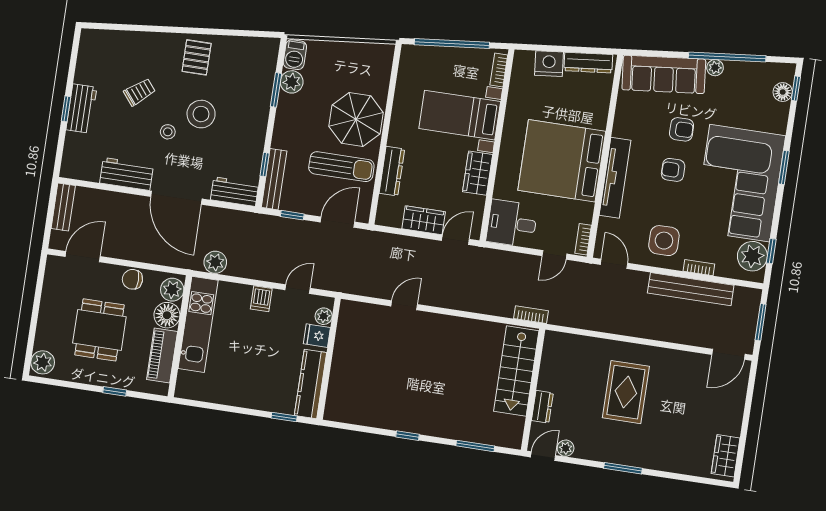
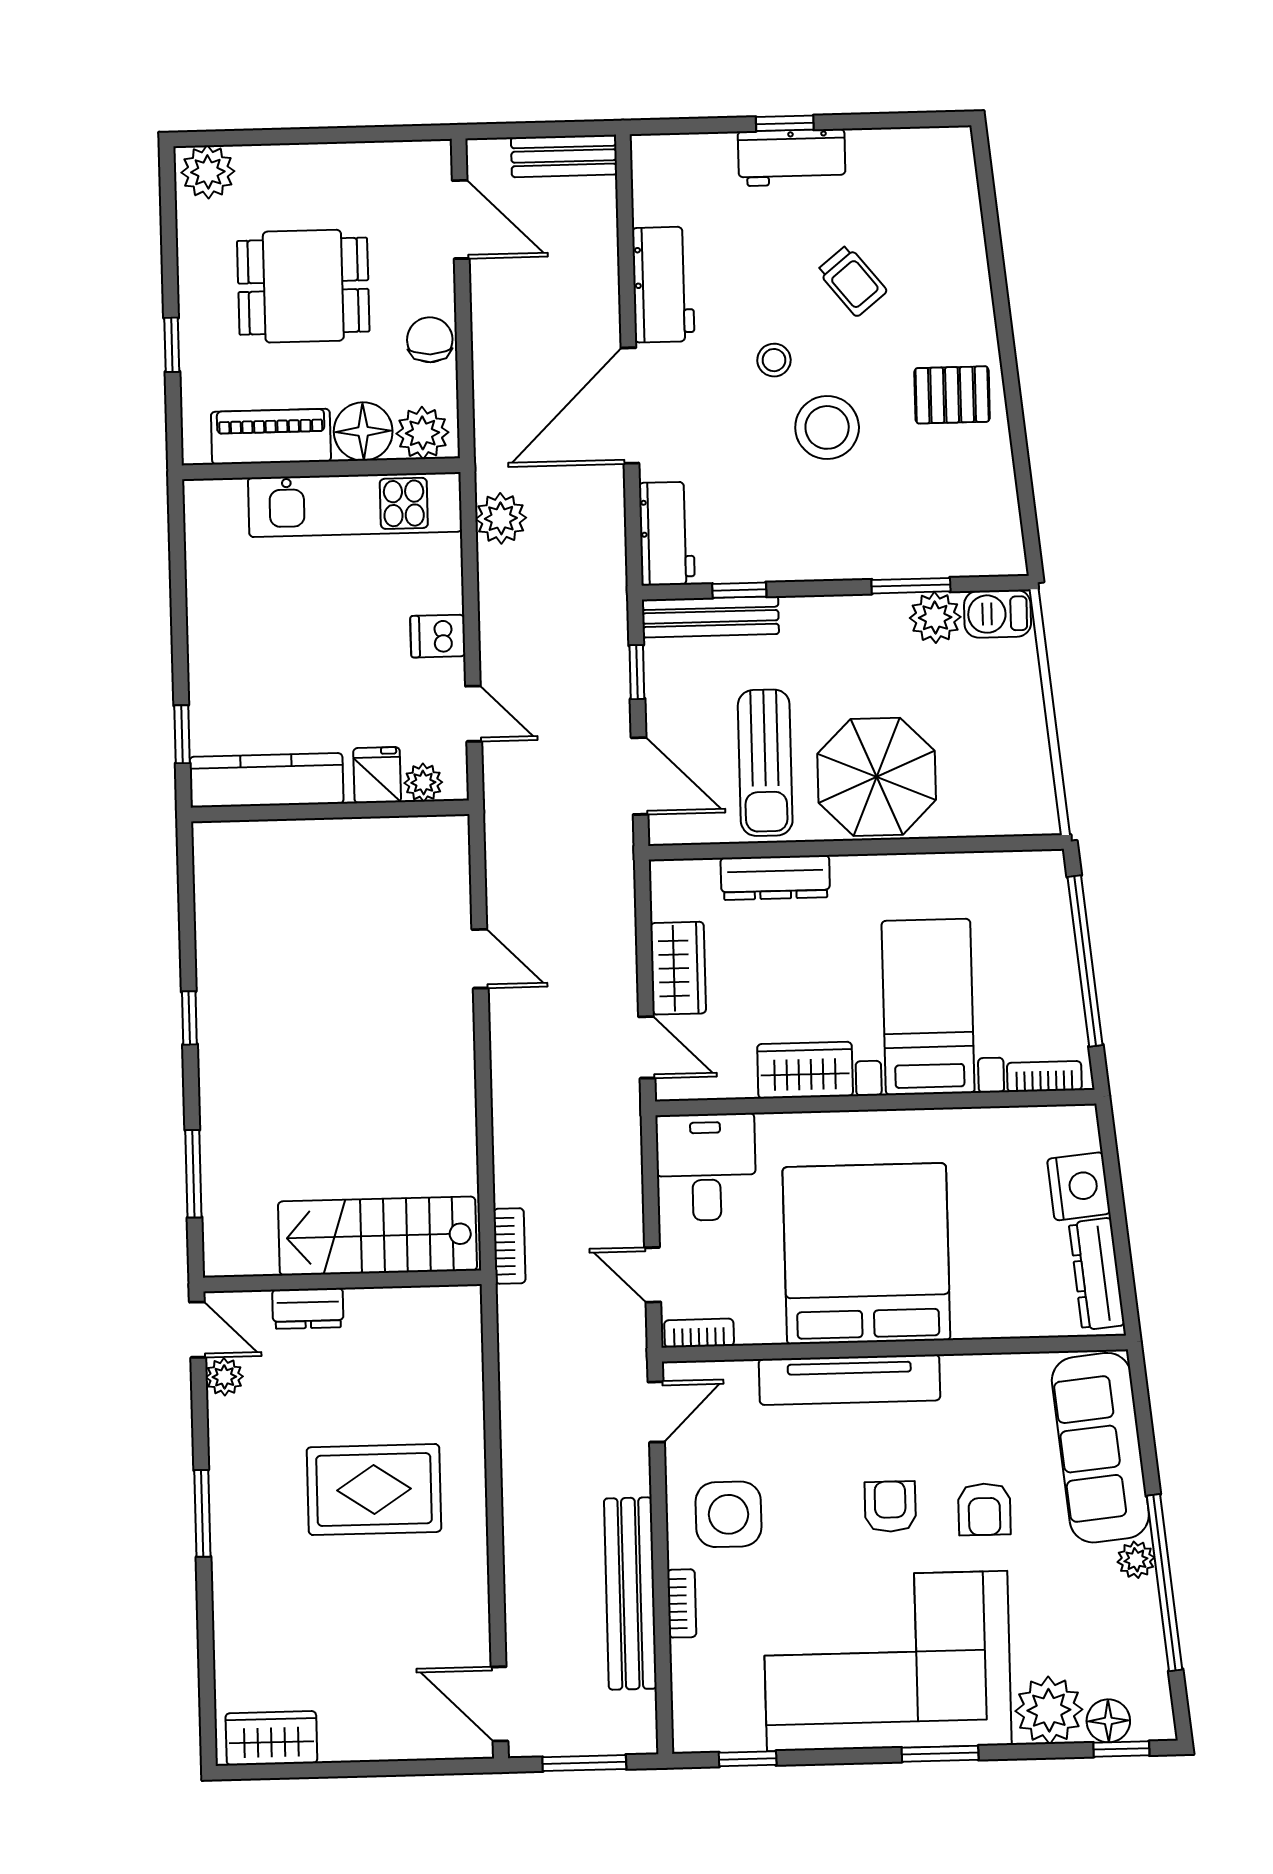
plant: (752, 256) -> (1049, 1710), moved

